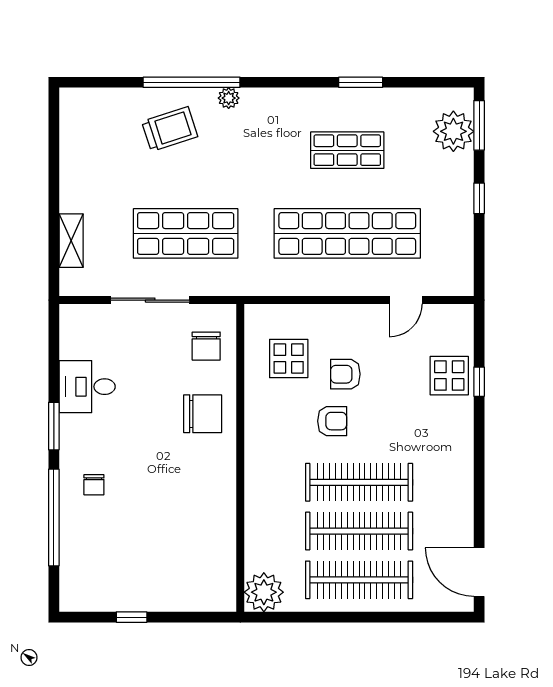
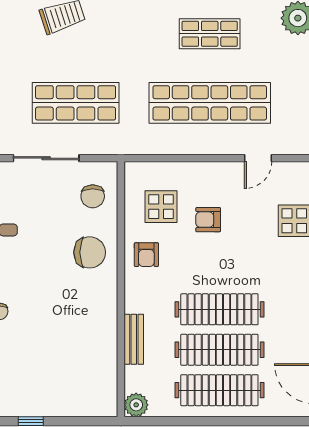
armchair: (332, 421) -> (146, 255), moved, turned 90
bench: (256, 518) -> (134, 339), added
plant: (264, 592) -> (136, 405), width x0.73, depth x0.73

